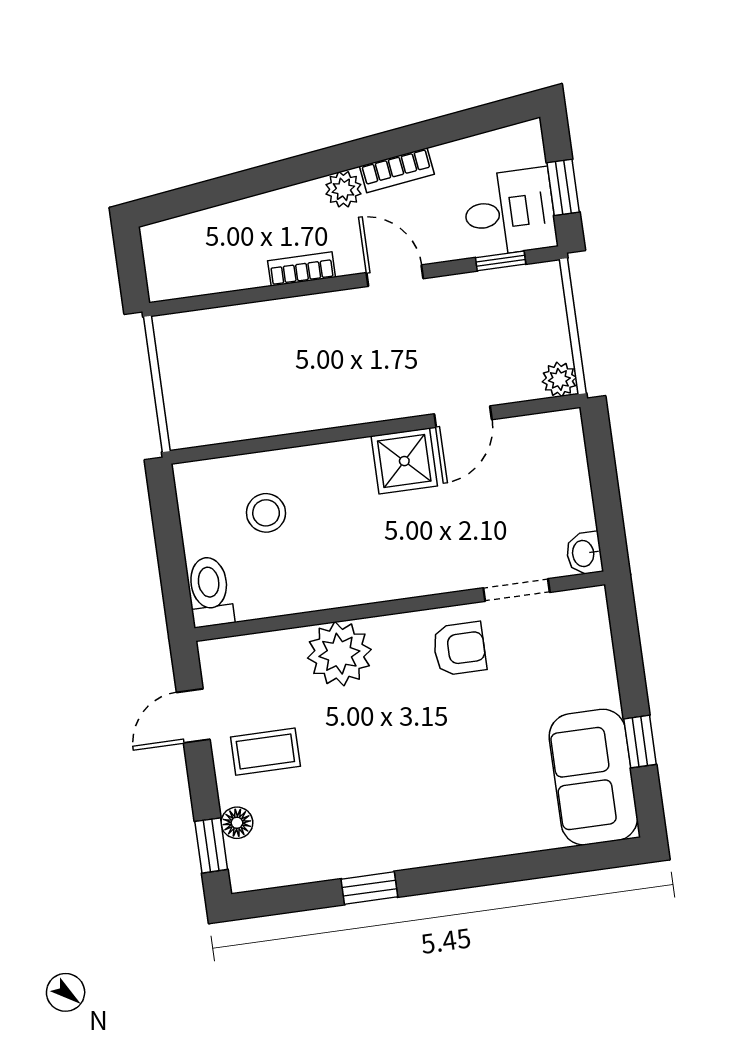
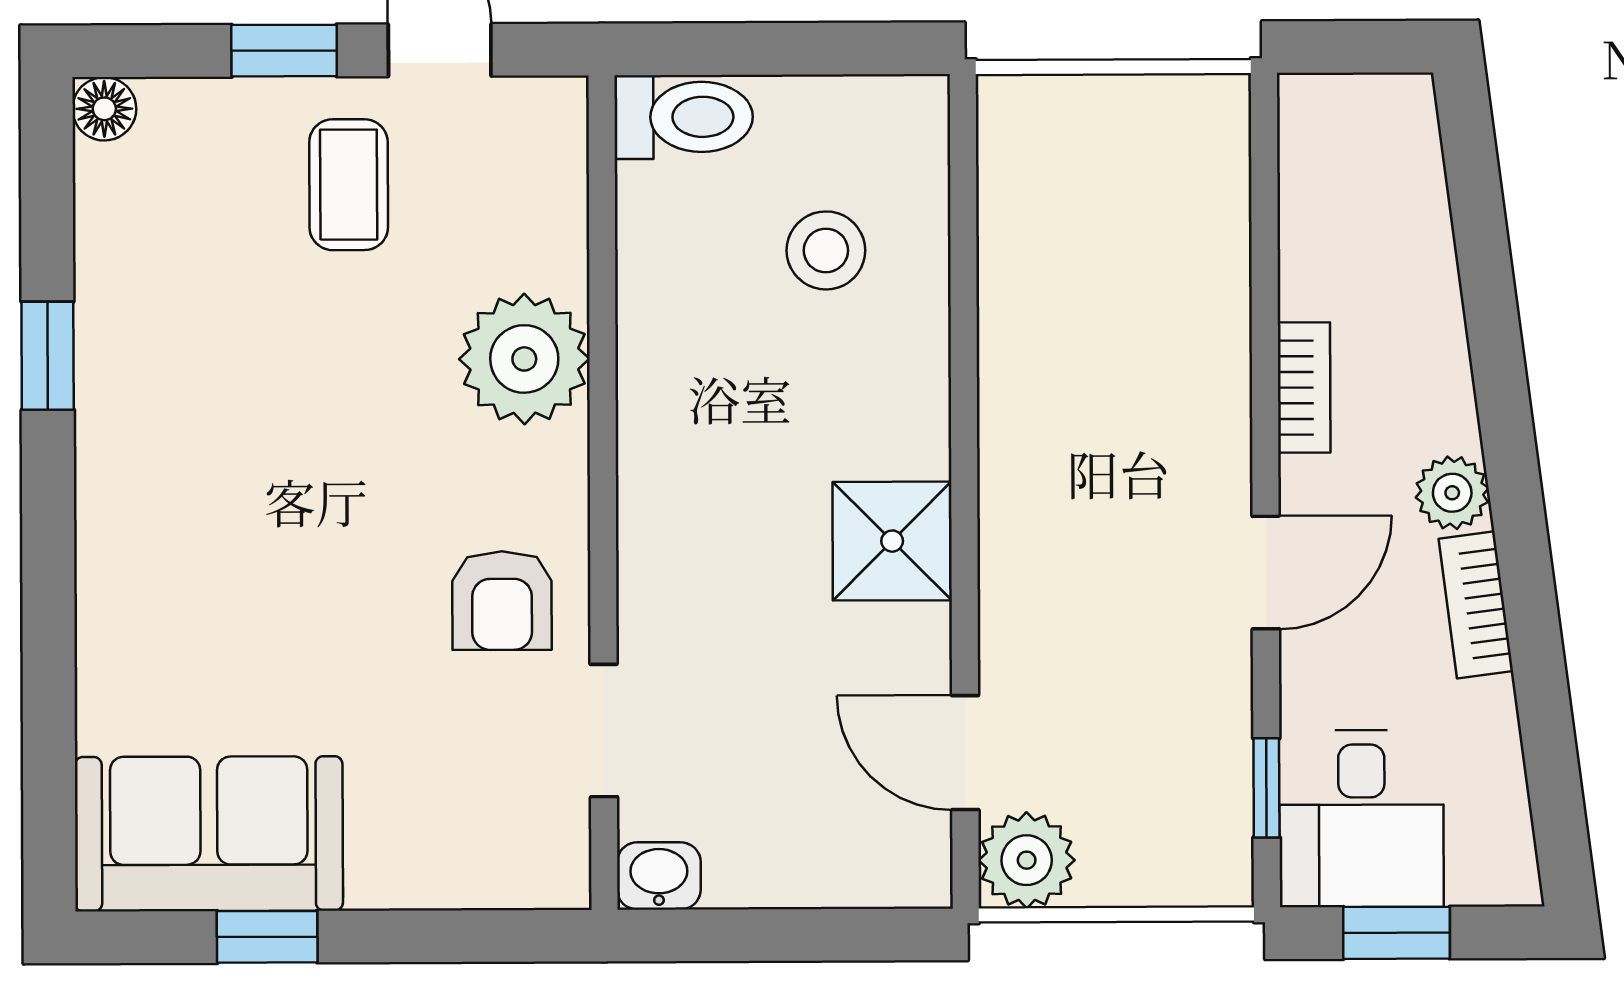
plant: (559, 379) -> (1027, 860), width x1.38, depth x1.38
door: (463, 417) -> (965, 753), moved
floor lamp: (237, 823) -> (104, 109), moved
window: (211, 845) -> (284, 51), moved

